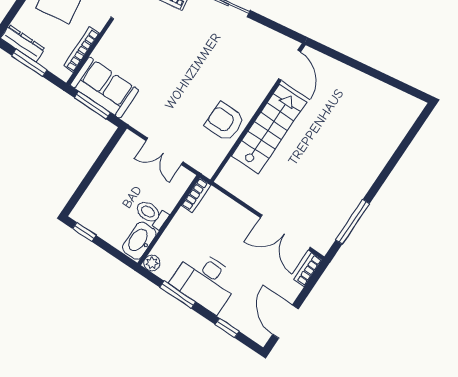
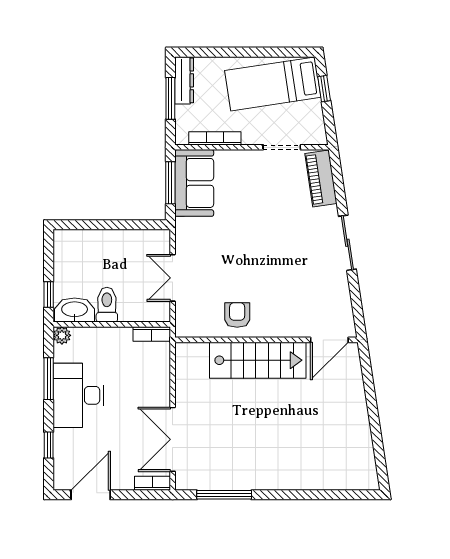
armchair: (225, 122) -> (237, 315), width x0.72, depth x0.72
window: (84, 232) -> (49, 295), moved

